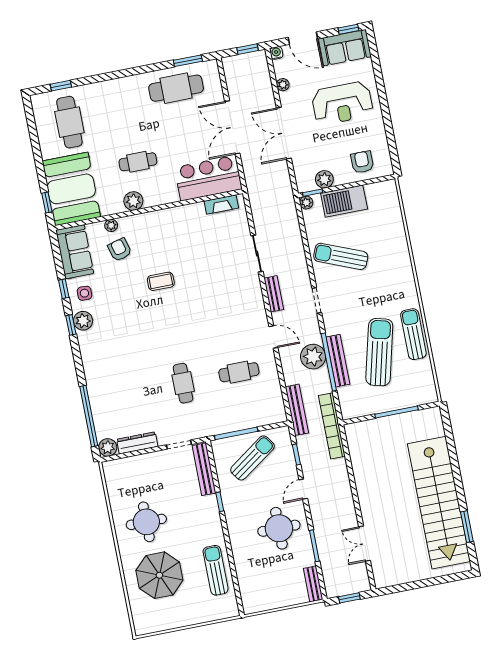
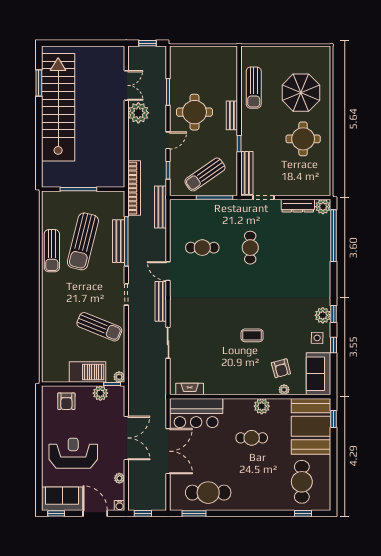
bench: (274, 294) -> (161, 301), width x1.36
plant: (313, 357) -> (138, 113), moved
bench: (313, 584) -> (232, 115), moved

